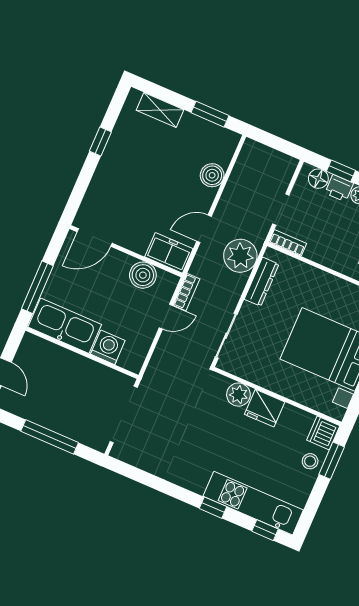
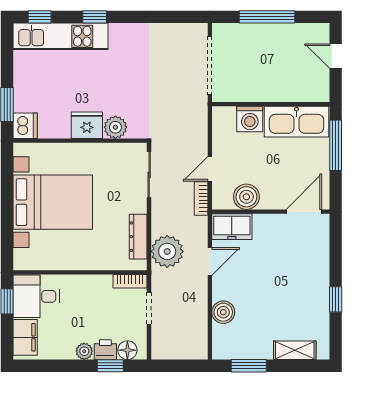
stool: (310, 461) -> (26, 96), removed

